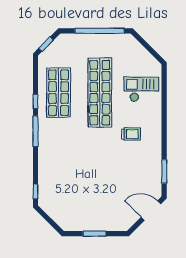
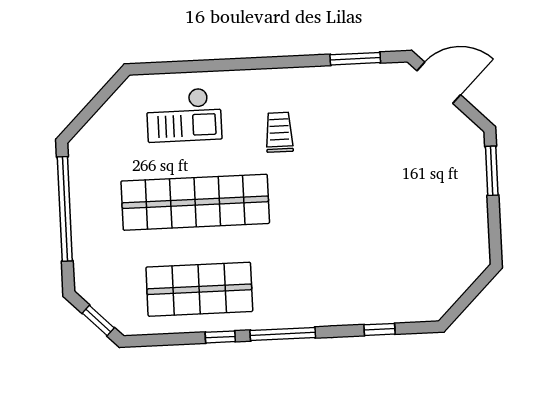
checkout: (141, 89) -> (184, 115), turned -90
window: (35, 191) -> (380, 329), moved
door: (151, 211) -> (439, 83), swing flipped
window: (94, 234) -> (492, 171), moved

